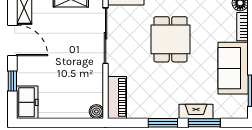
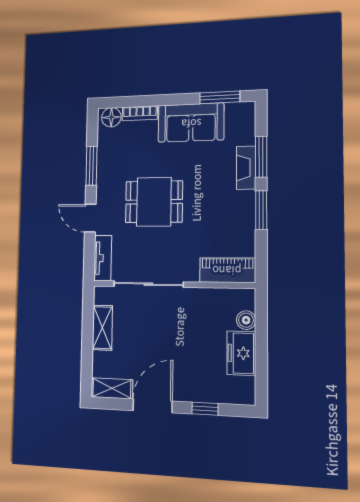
freezer: (27, 102) -> (241, 353), moved, turned -90
boiler: (96, 111) -> (246, 320), moved

